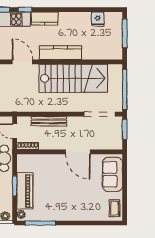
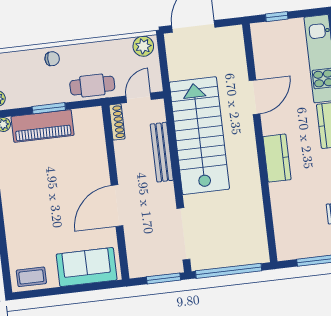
kitchen counter: (61, 53) -> (277, 158), width x0.67
stairs: (73, 78) -> (199, 136), moved, turned 180

